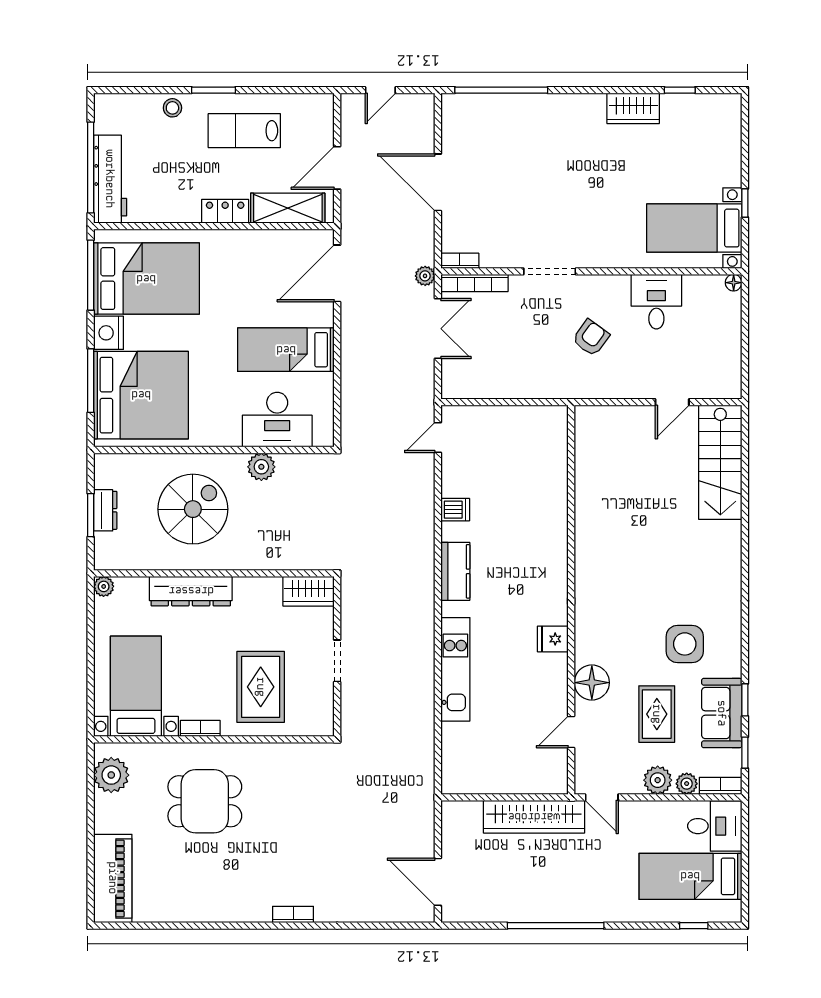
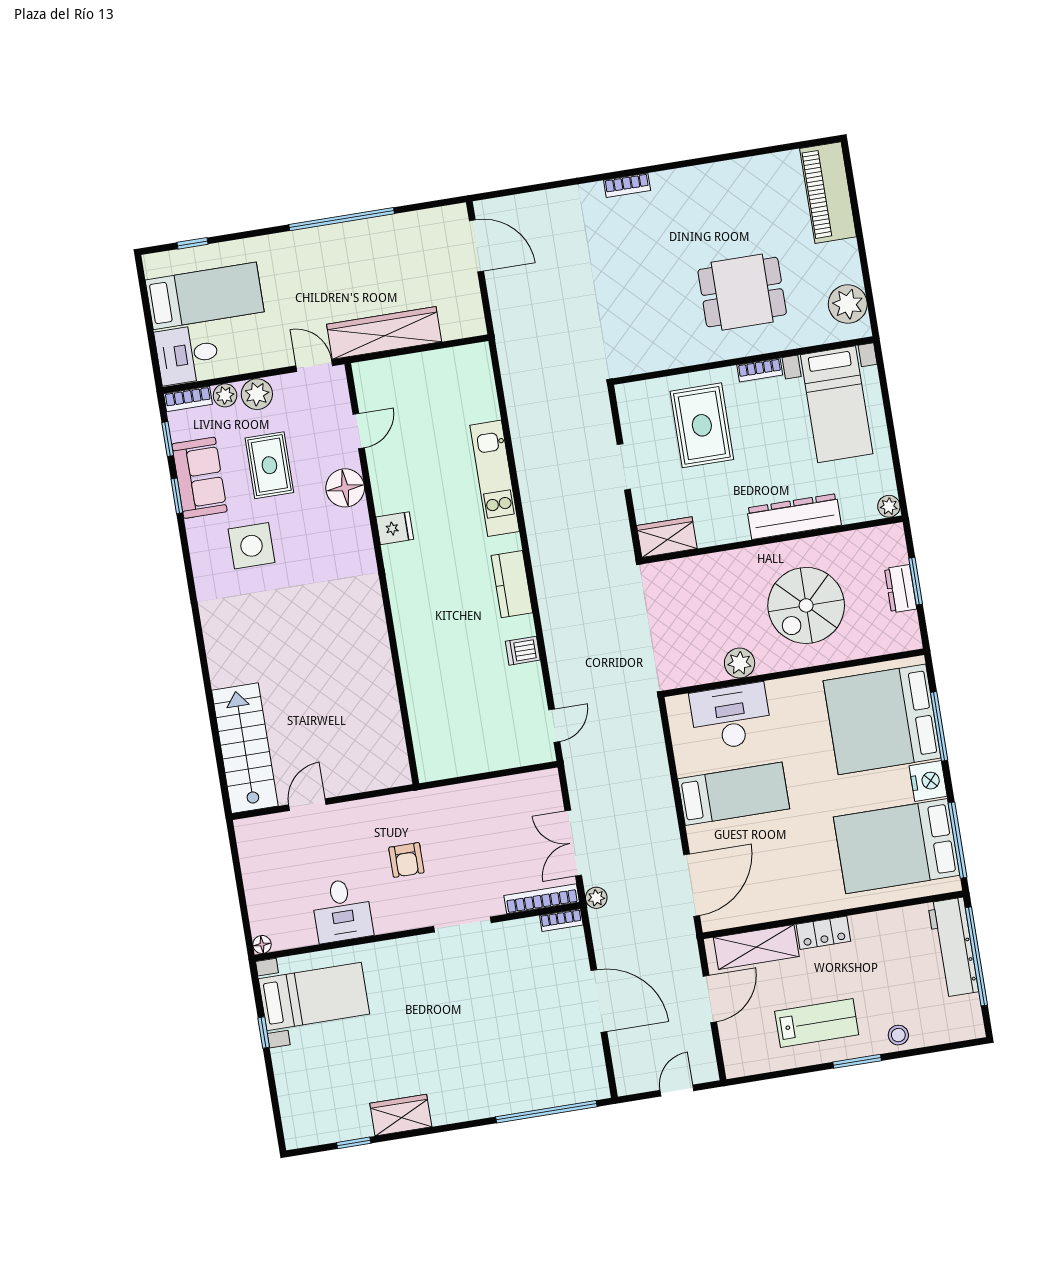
armchair: (591, 338) -> (406, 860), turned -36

